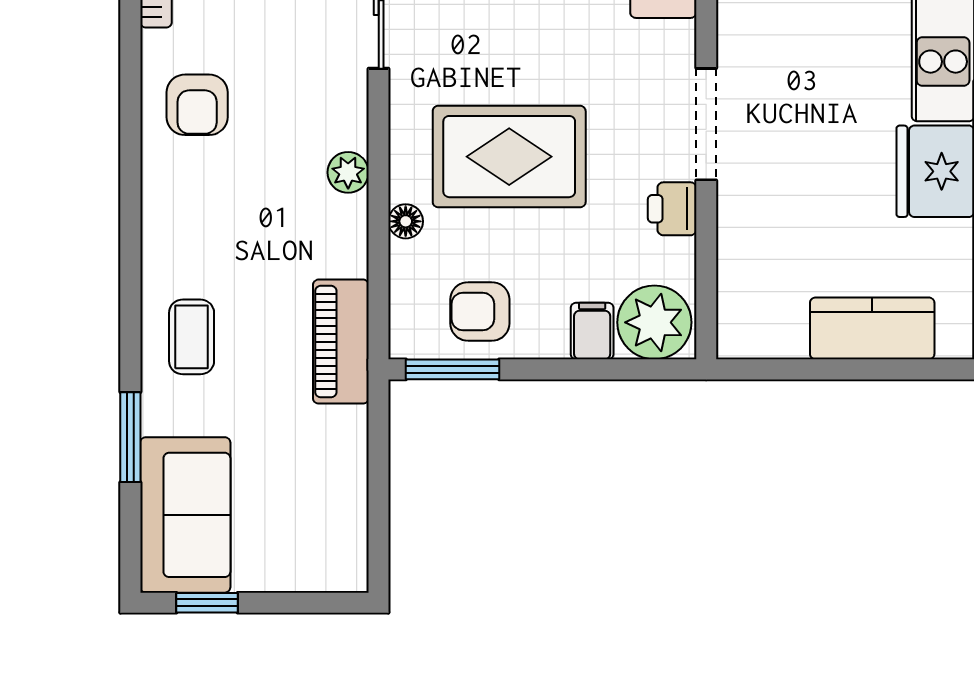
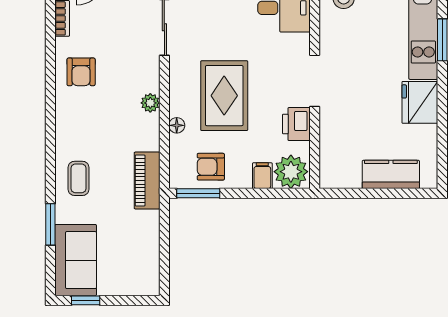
rug: (509, 157) -> (224, 96), turned 90
printer: (672, 209) -> (296, 124), width x1.36, depth x1.24

